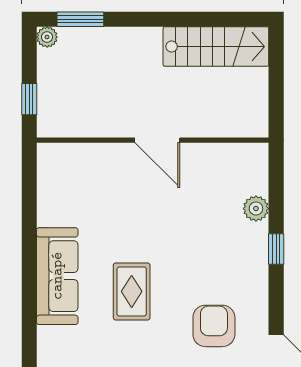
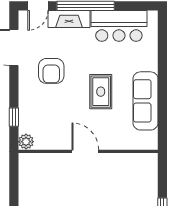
wall: (153, 140) -> (88, 151), moved
door: (157, 140) -> (85, 151), moved

